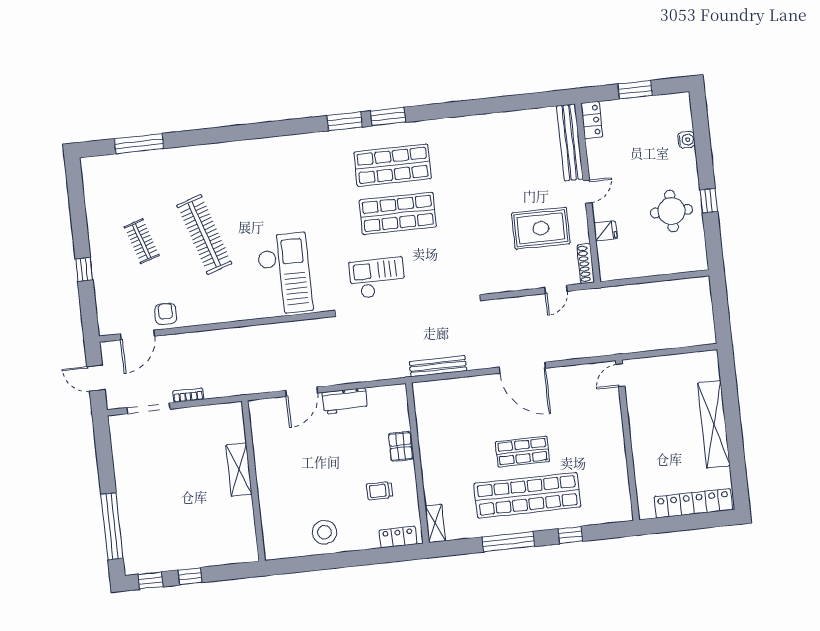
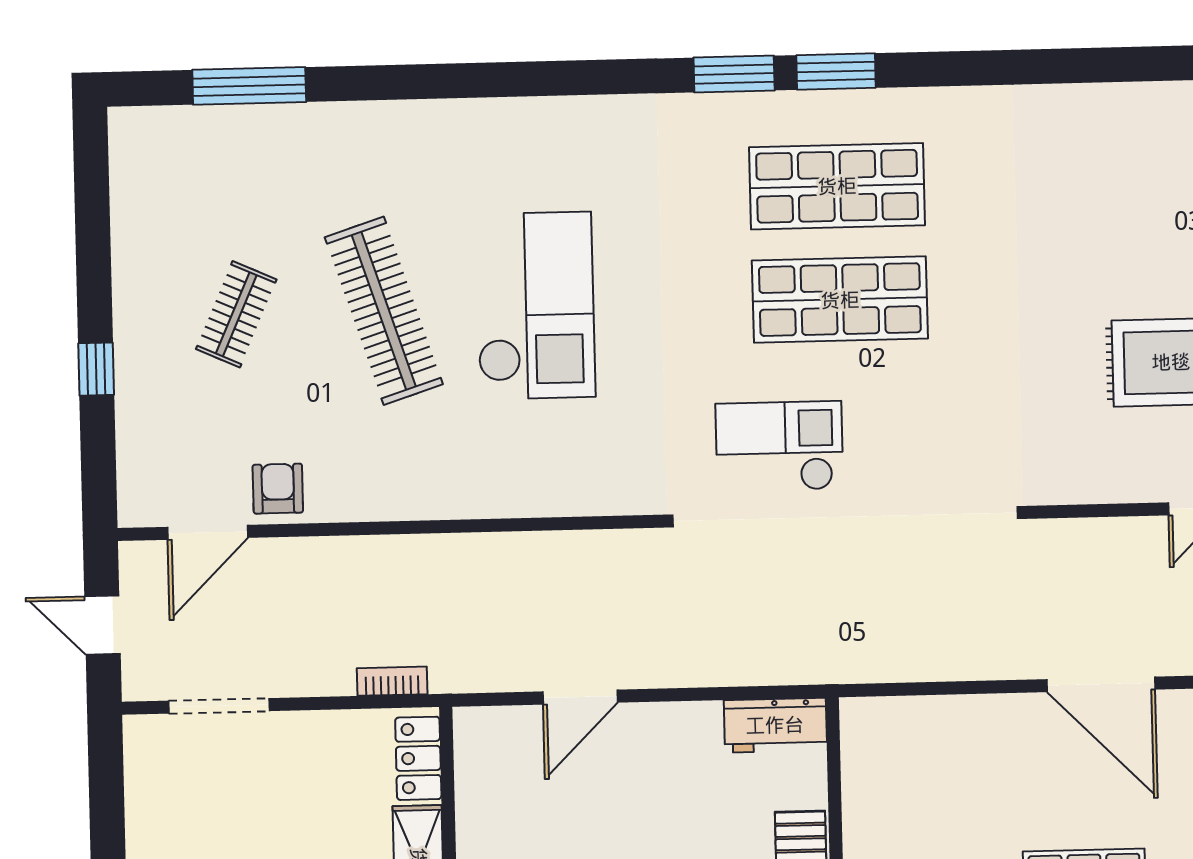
clothes rail: (142, 241) -> (236, 314), turned 42
checkout: (285, 274) -> (535, 306), moved
bench: (438, 366) -> (904, 664), removed
bookcase: (188, 395) -> (392, 681), moved
workbench: (345, 401) -> (775, 725), moved
locker: (235, 424) -> (418, 758), added

